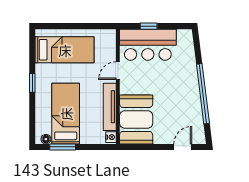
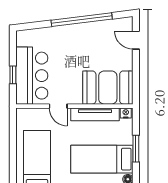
window: (63, 147) -> (136, 149), moved

